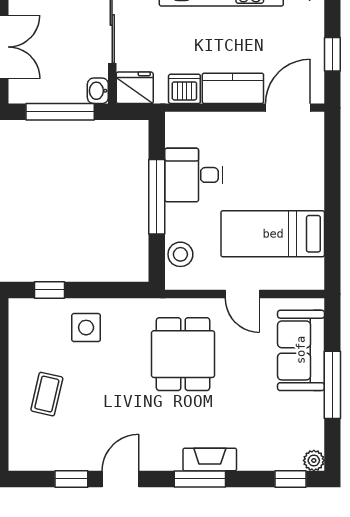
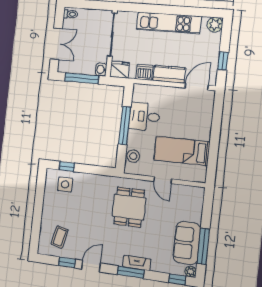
side table: (86, 328) -> (65, 184), moved
sofa: (301, 350) -> (187, 243), moved
window: (332, 385) -> (203, 246), moved
coffee table: (47, 394) -> (60, 237), moved

